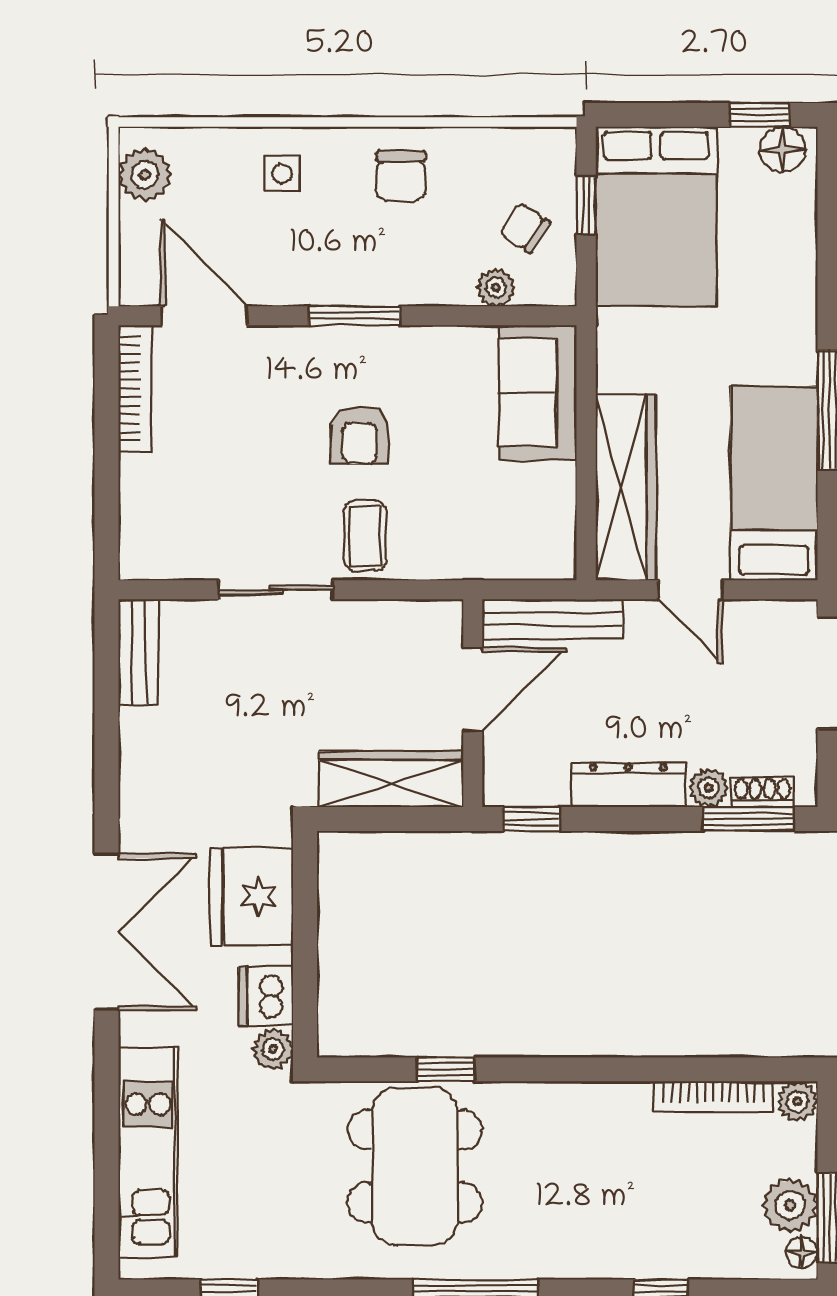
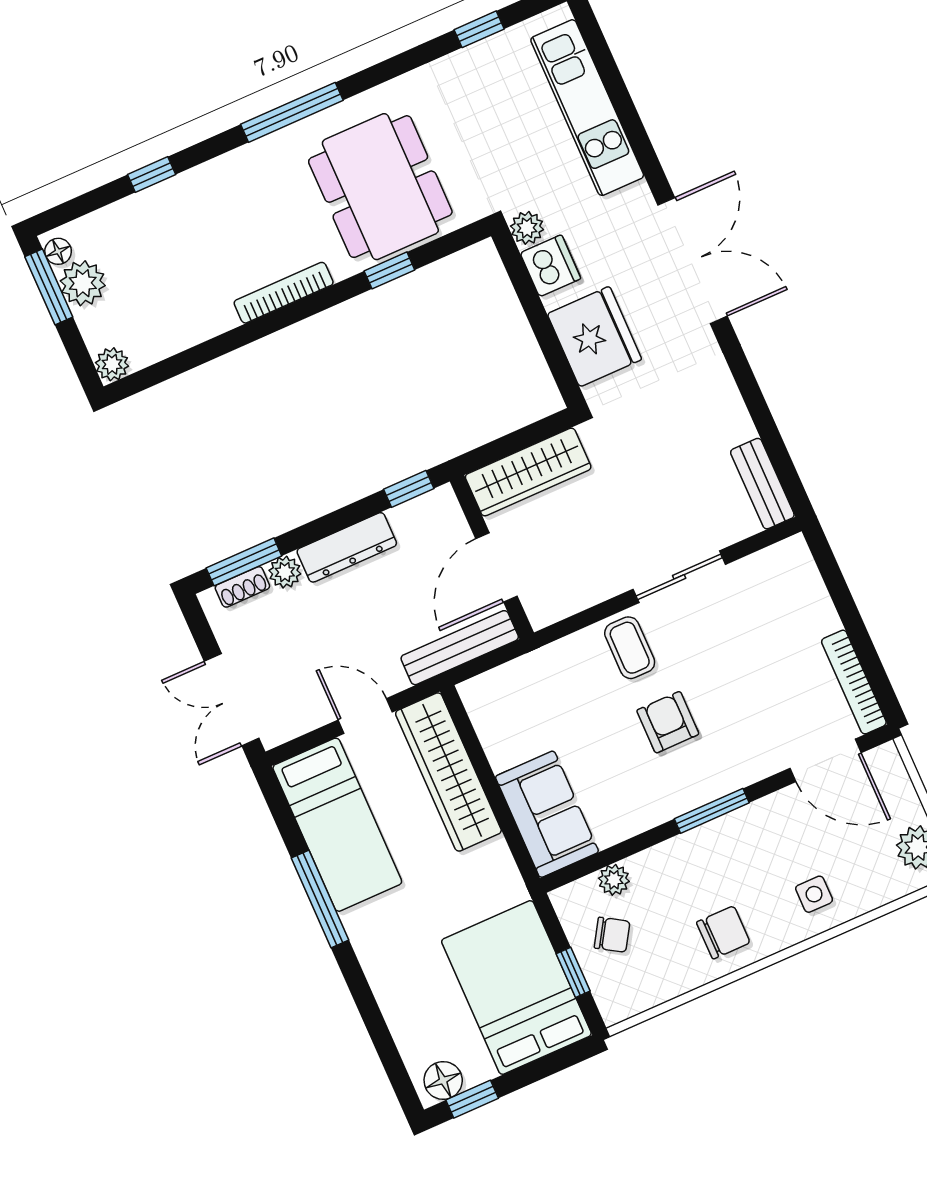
chair: (401, 176) -> (723, 932), turned 90
double door: (107, 932) -> (692, 261), swing flipped
bookcase: (713, 1097) -> (284, 293), moved

